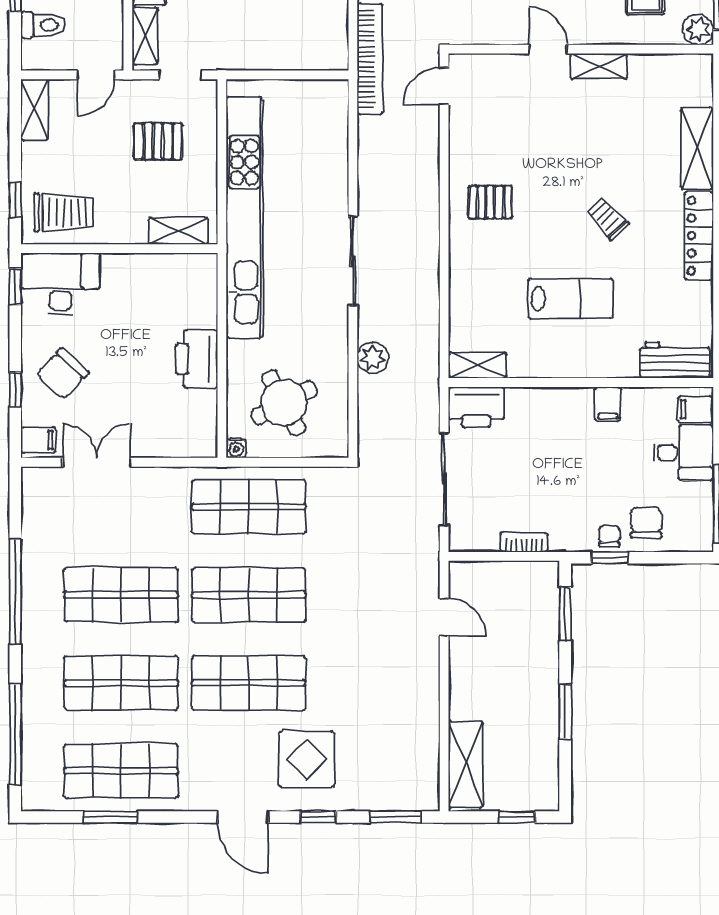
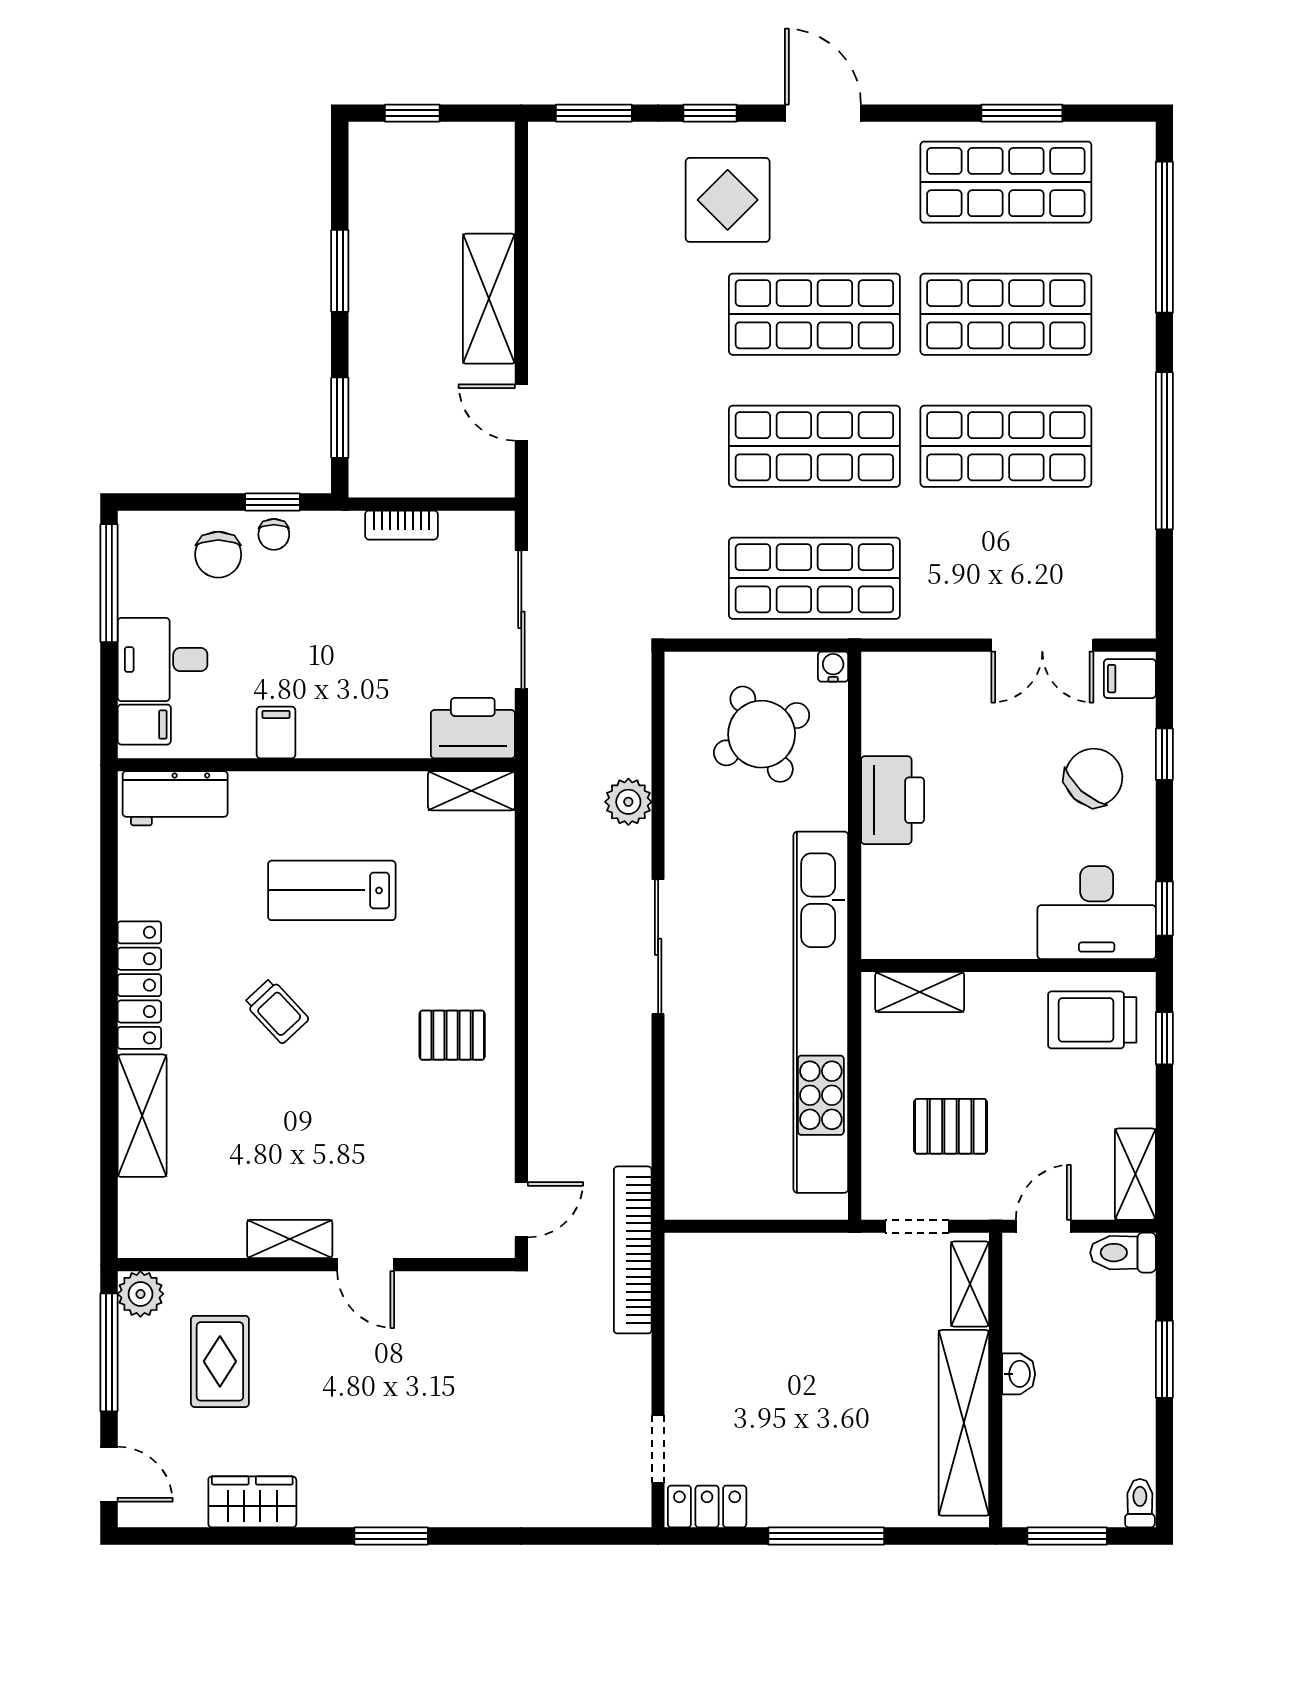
toilet: (43, 25) -> (1123, 1253), moved
shelving: (466, 764) -> (489, 299), moved

